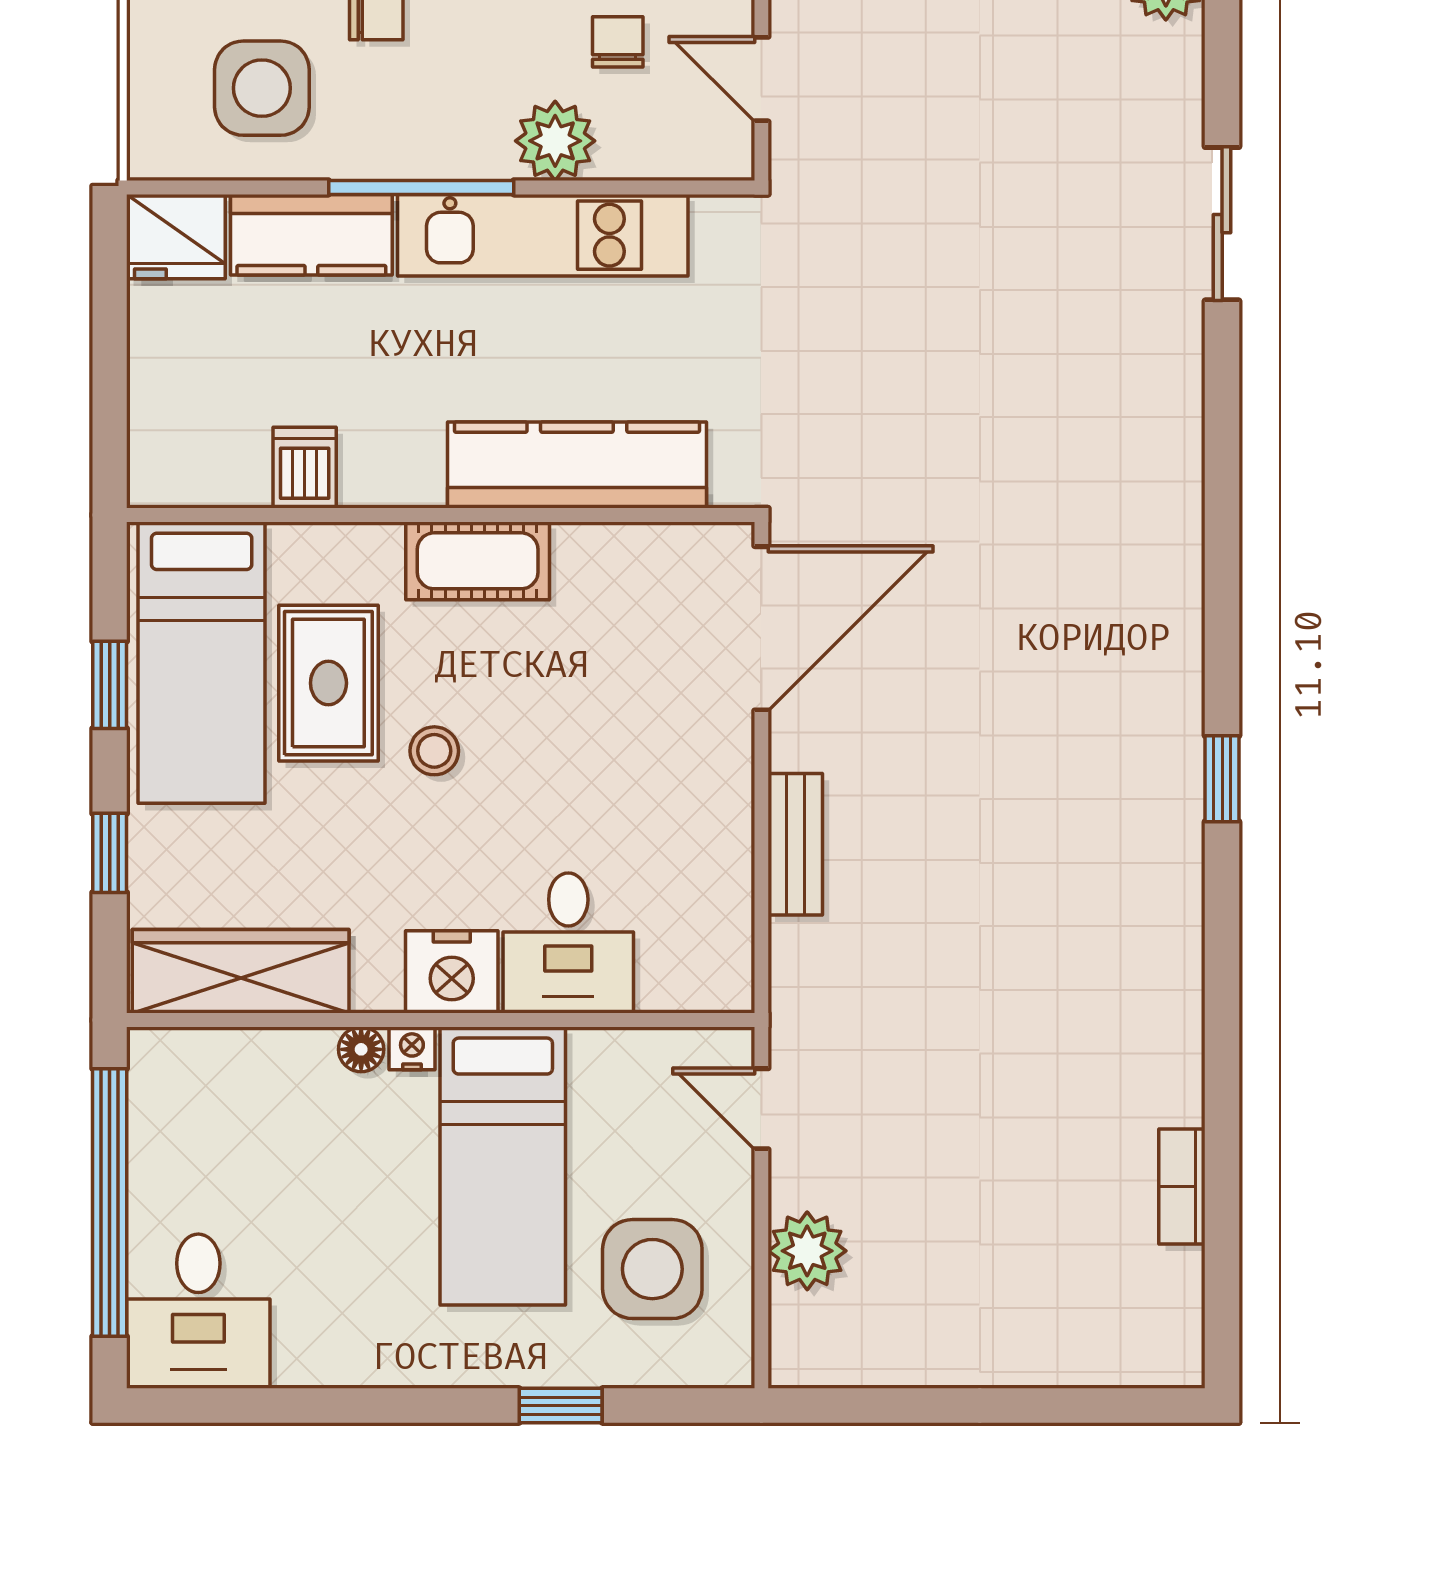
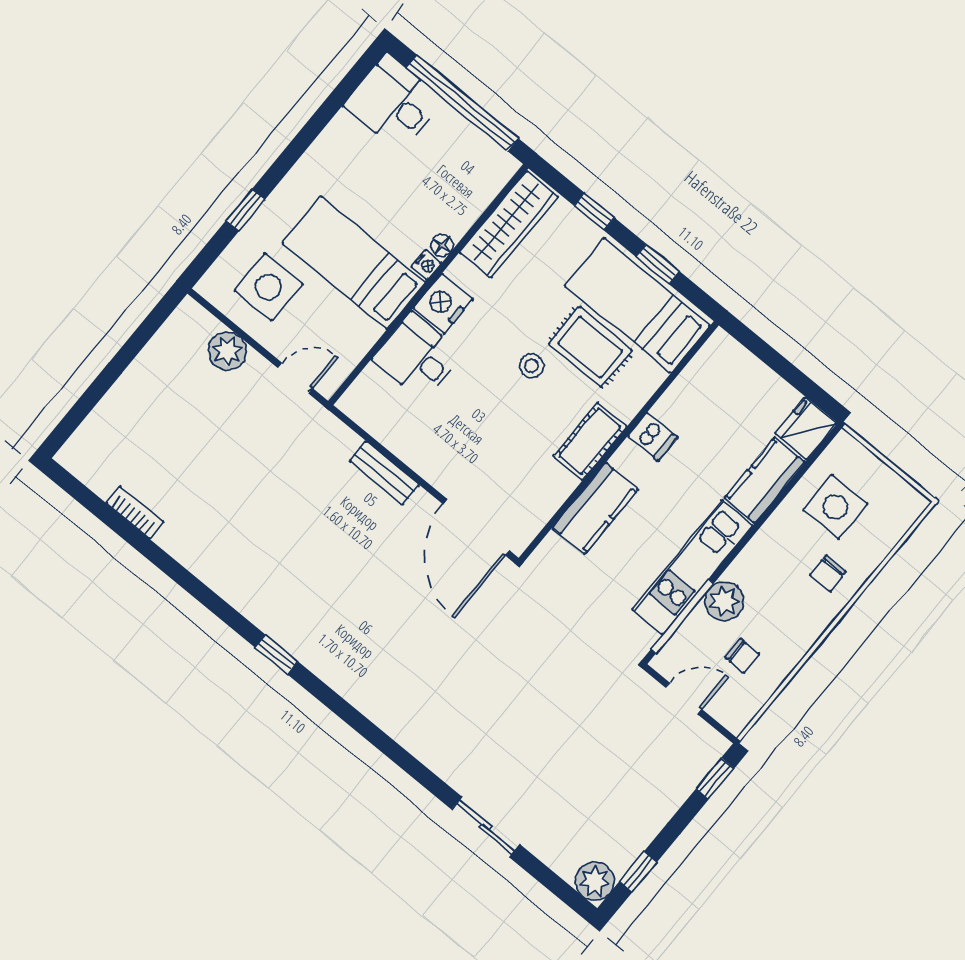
window: (421, 187) -> (682, 616), moved
kitchen counter: (577, 465) -> (595, 509), width x0.67
dishwasher: (305, 468) -> (653, 437), moved

